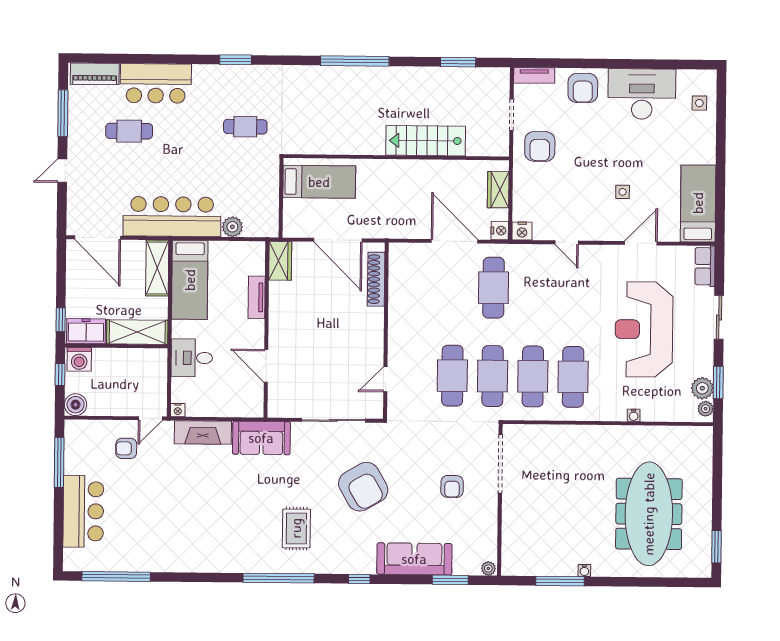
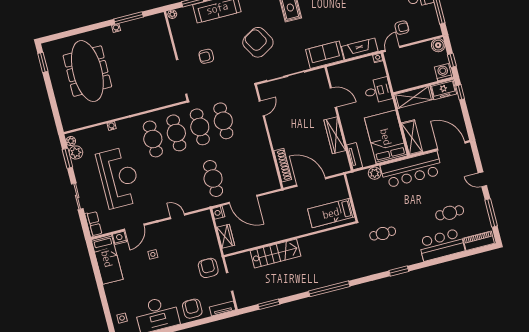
door: (62, 171) -> (482, 179), swing flipped
nightstand: (522, 231) -> (119, 238), moved
wardrobe: (280, 261) -> (335, 135), moved, width x1.50
bed: (190, 280) -> (386, 137), width x1.50
tv unit: (257, 297) -> (355, 156), moved
armchair: (452, 486) -> (206, 56), turned -89

